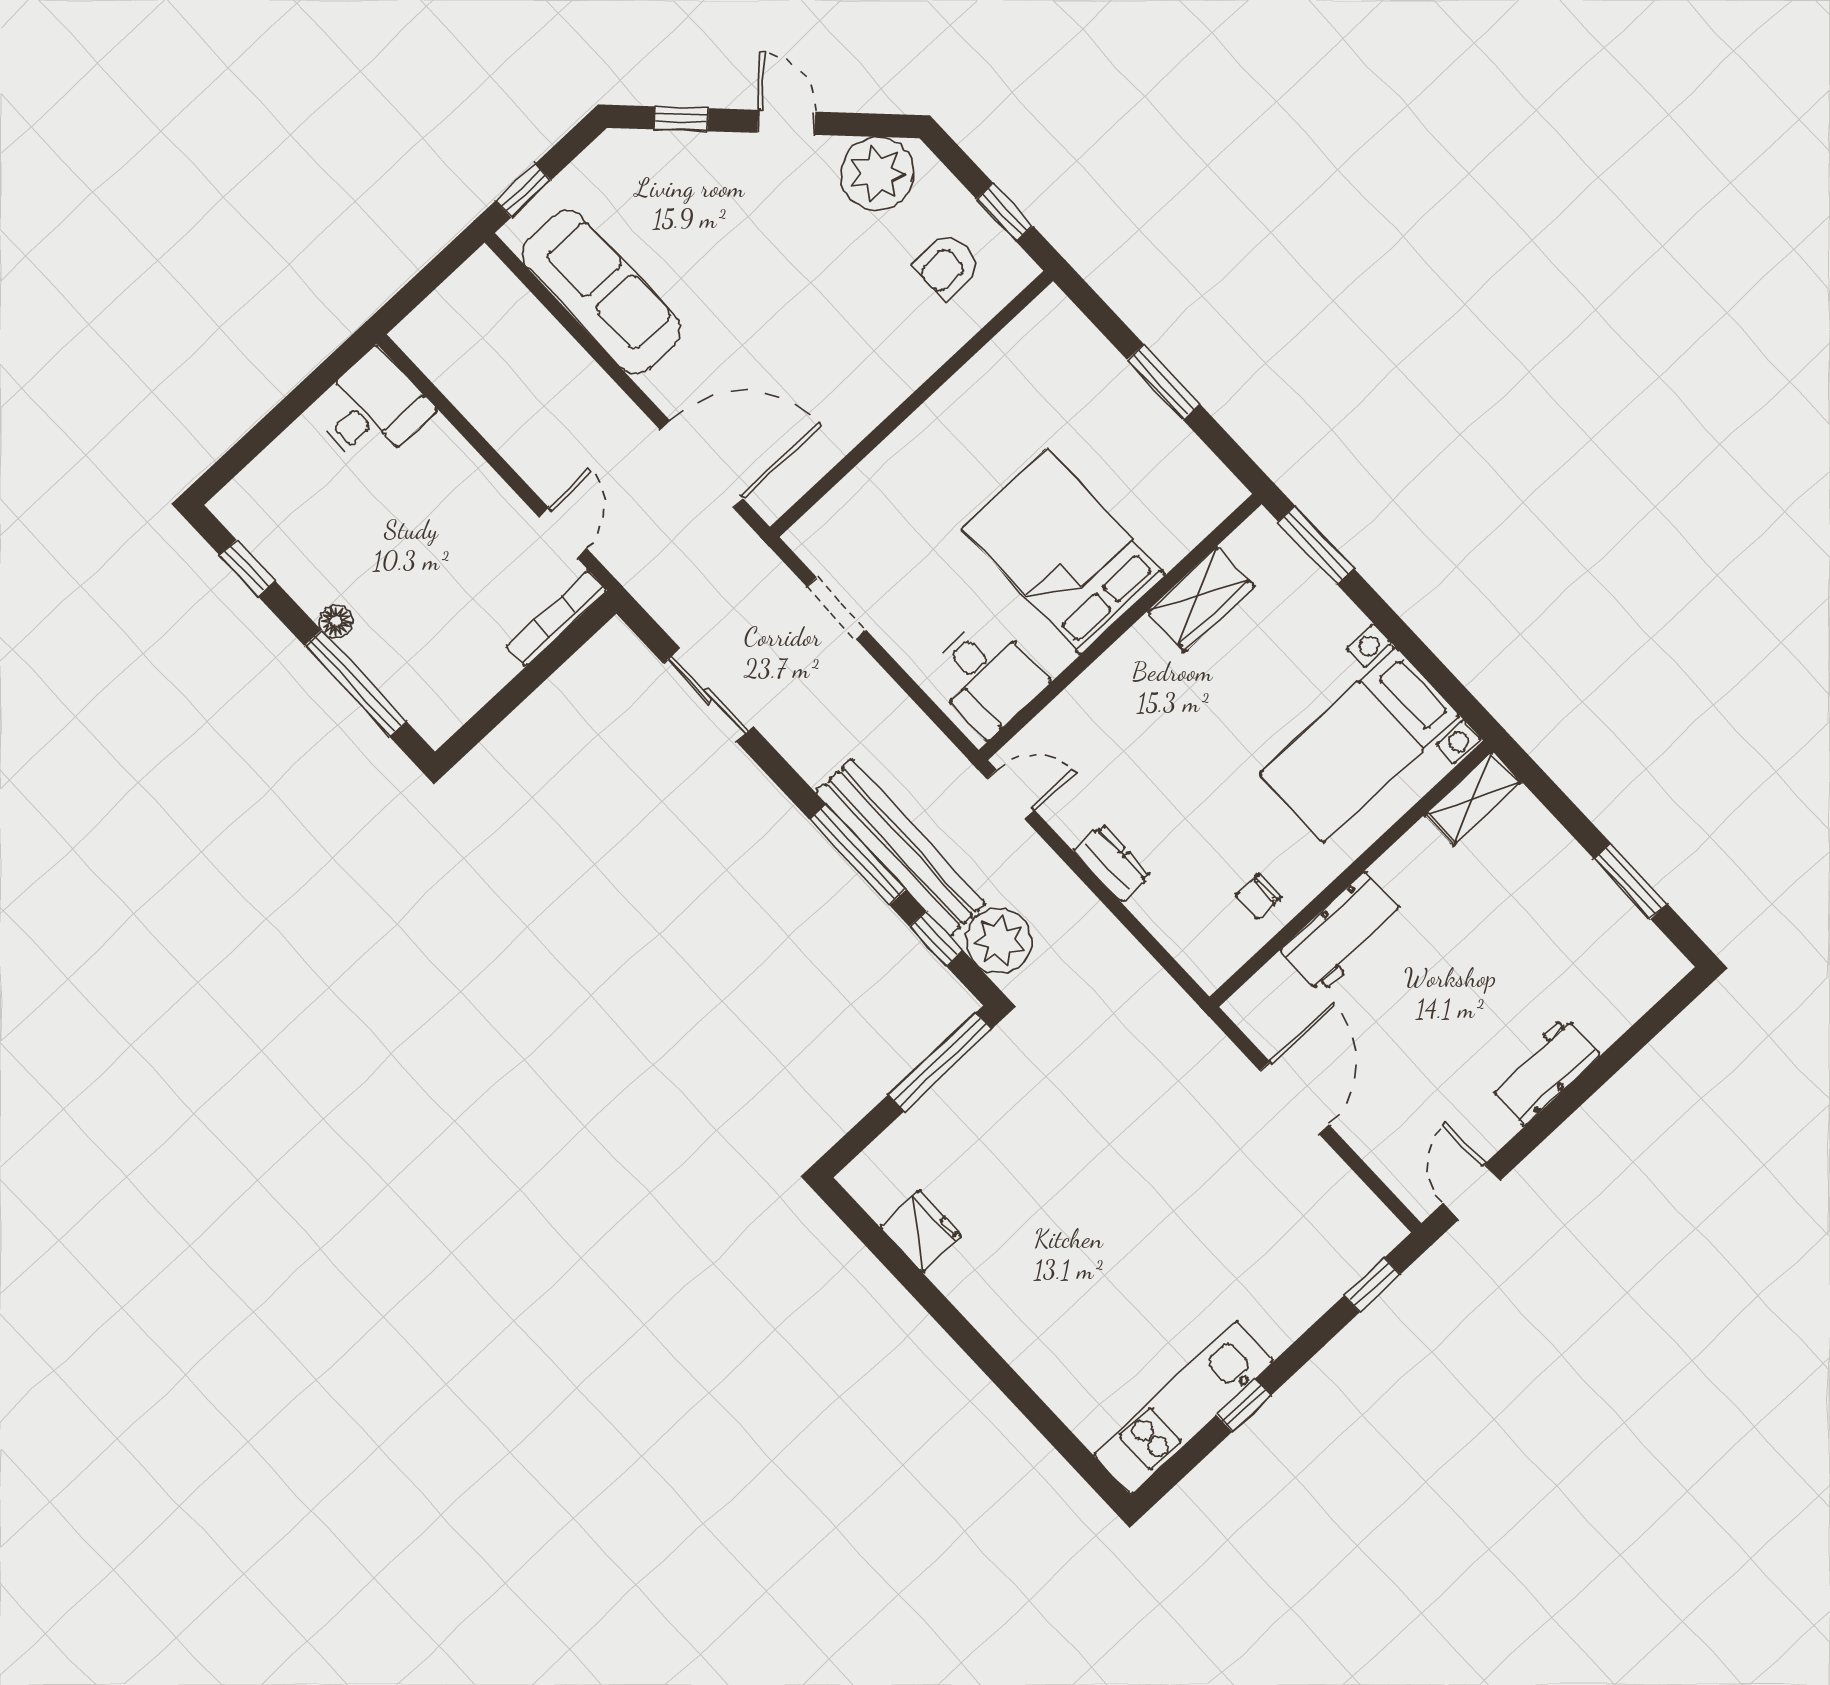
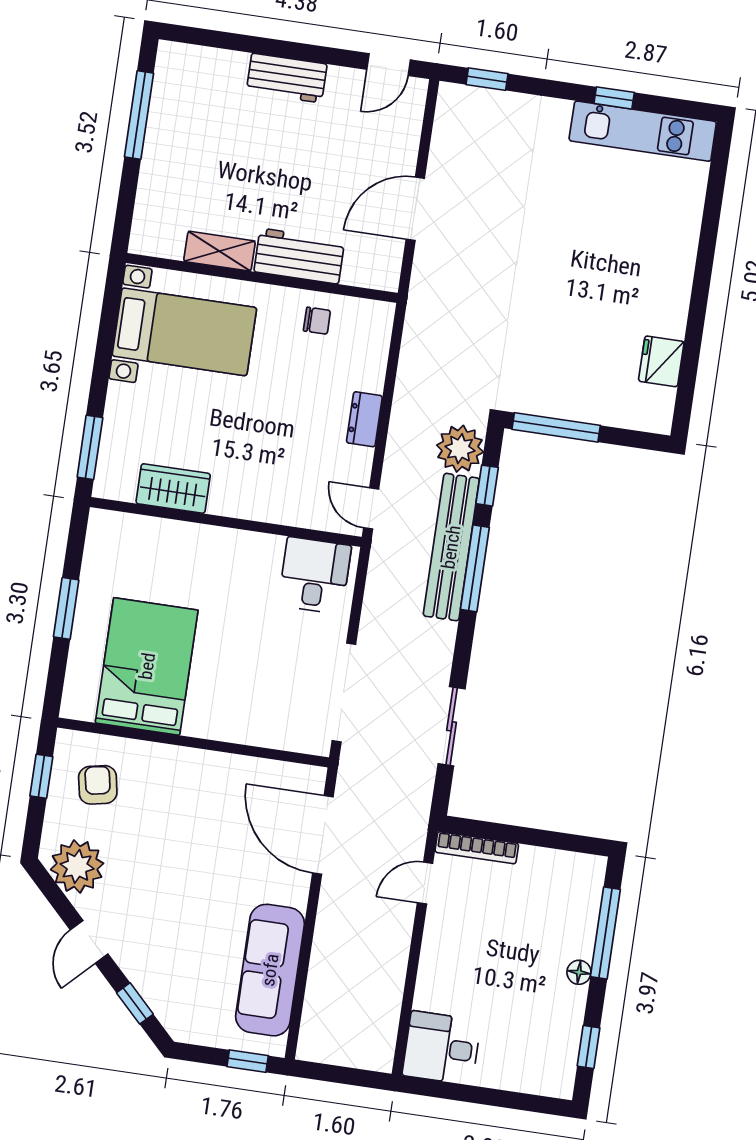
armchair: (947, 265) -> (98, 785), turned -101
bed: (1064, 552) -> (147, 666), moved, turned 180
doorway: (836, 608) -> (344, 693), width x1.88
shelving: (1473, 798) -> (219, 251), moved
window: (1631, 881) -> (139, 115), width x1.44

